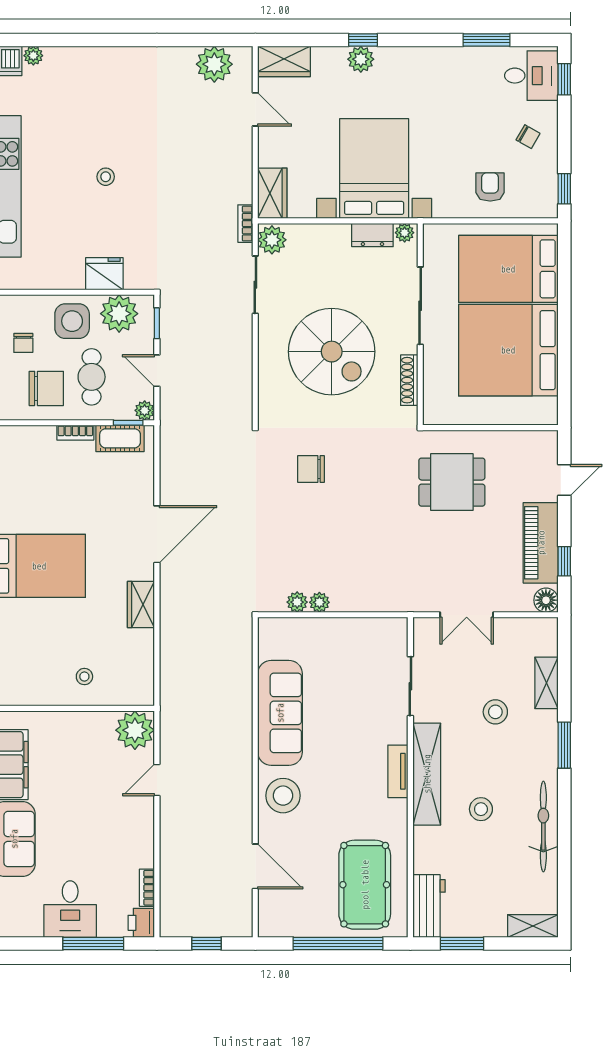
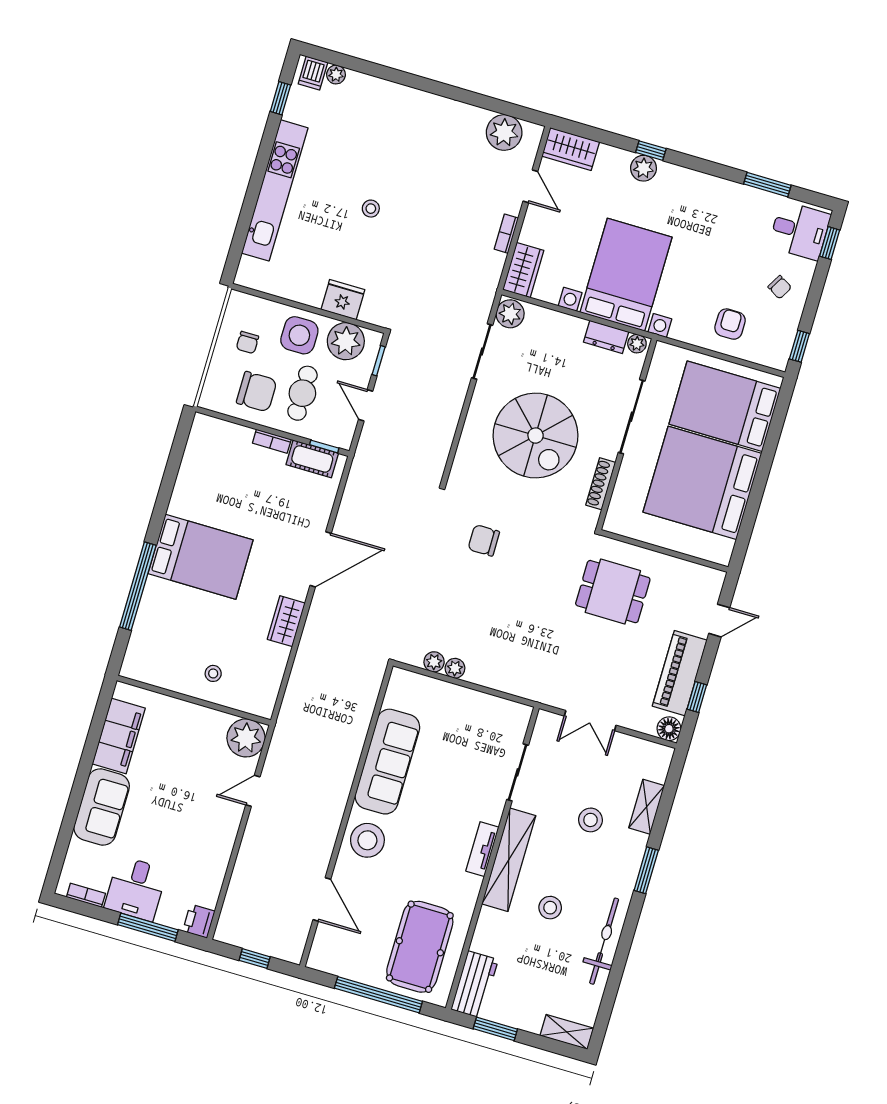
bookcase: (245, 224) -> (506, 234), moved
plant: (145, 410) -> (343, 439), removed
bookcase: (147, 888) -> (86, 895), moved, turned 90

